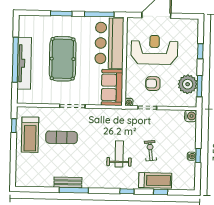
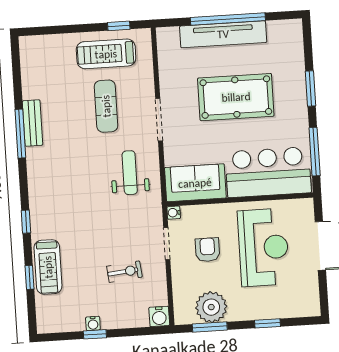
exercise bike: (150, 151) -> (124, 272), moved
weight bench: (119, 154) -> (130, 173), moved, turned -90

